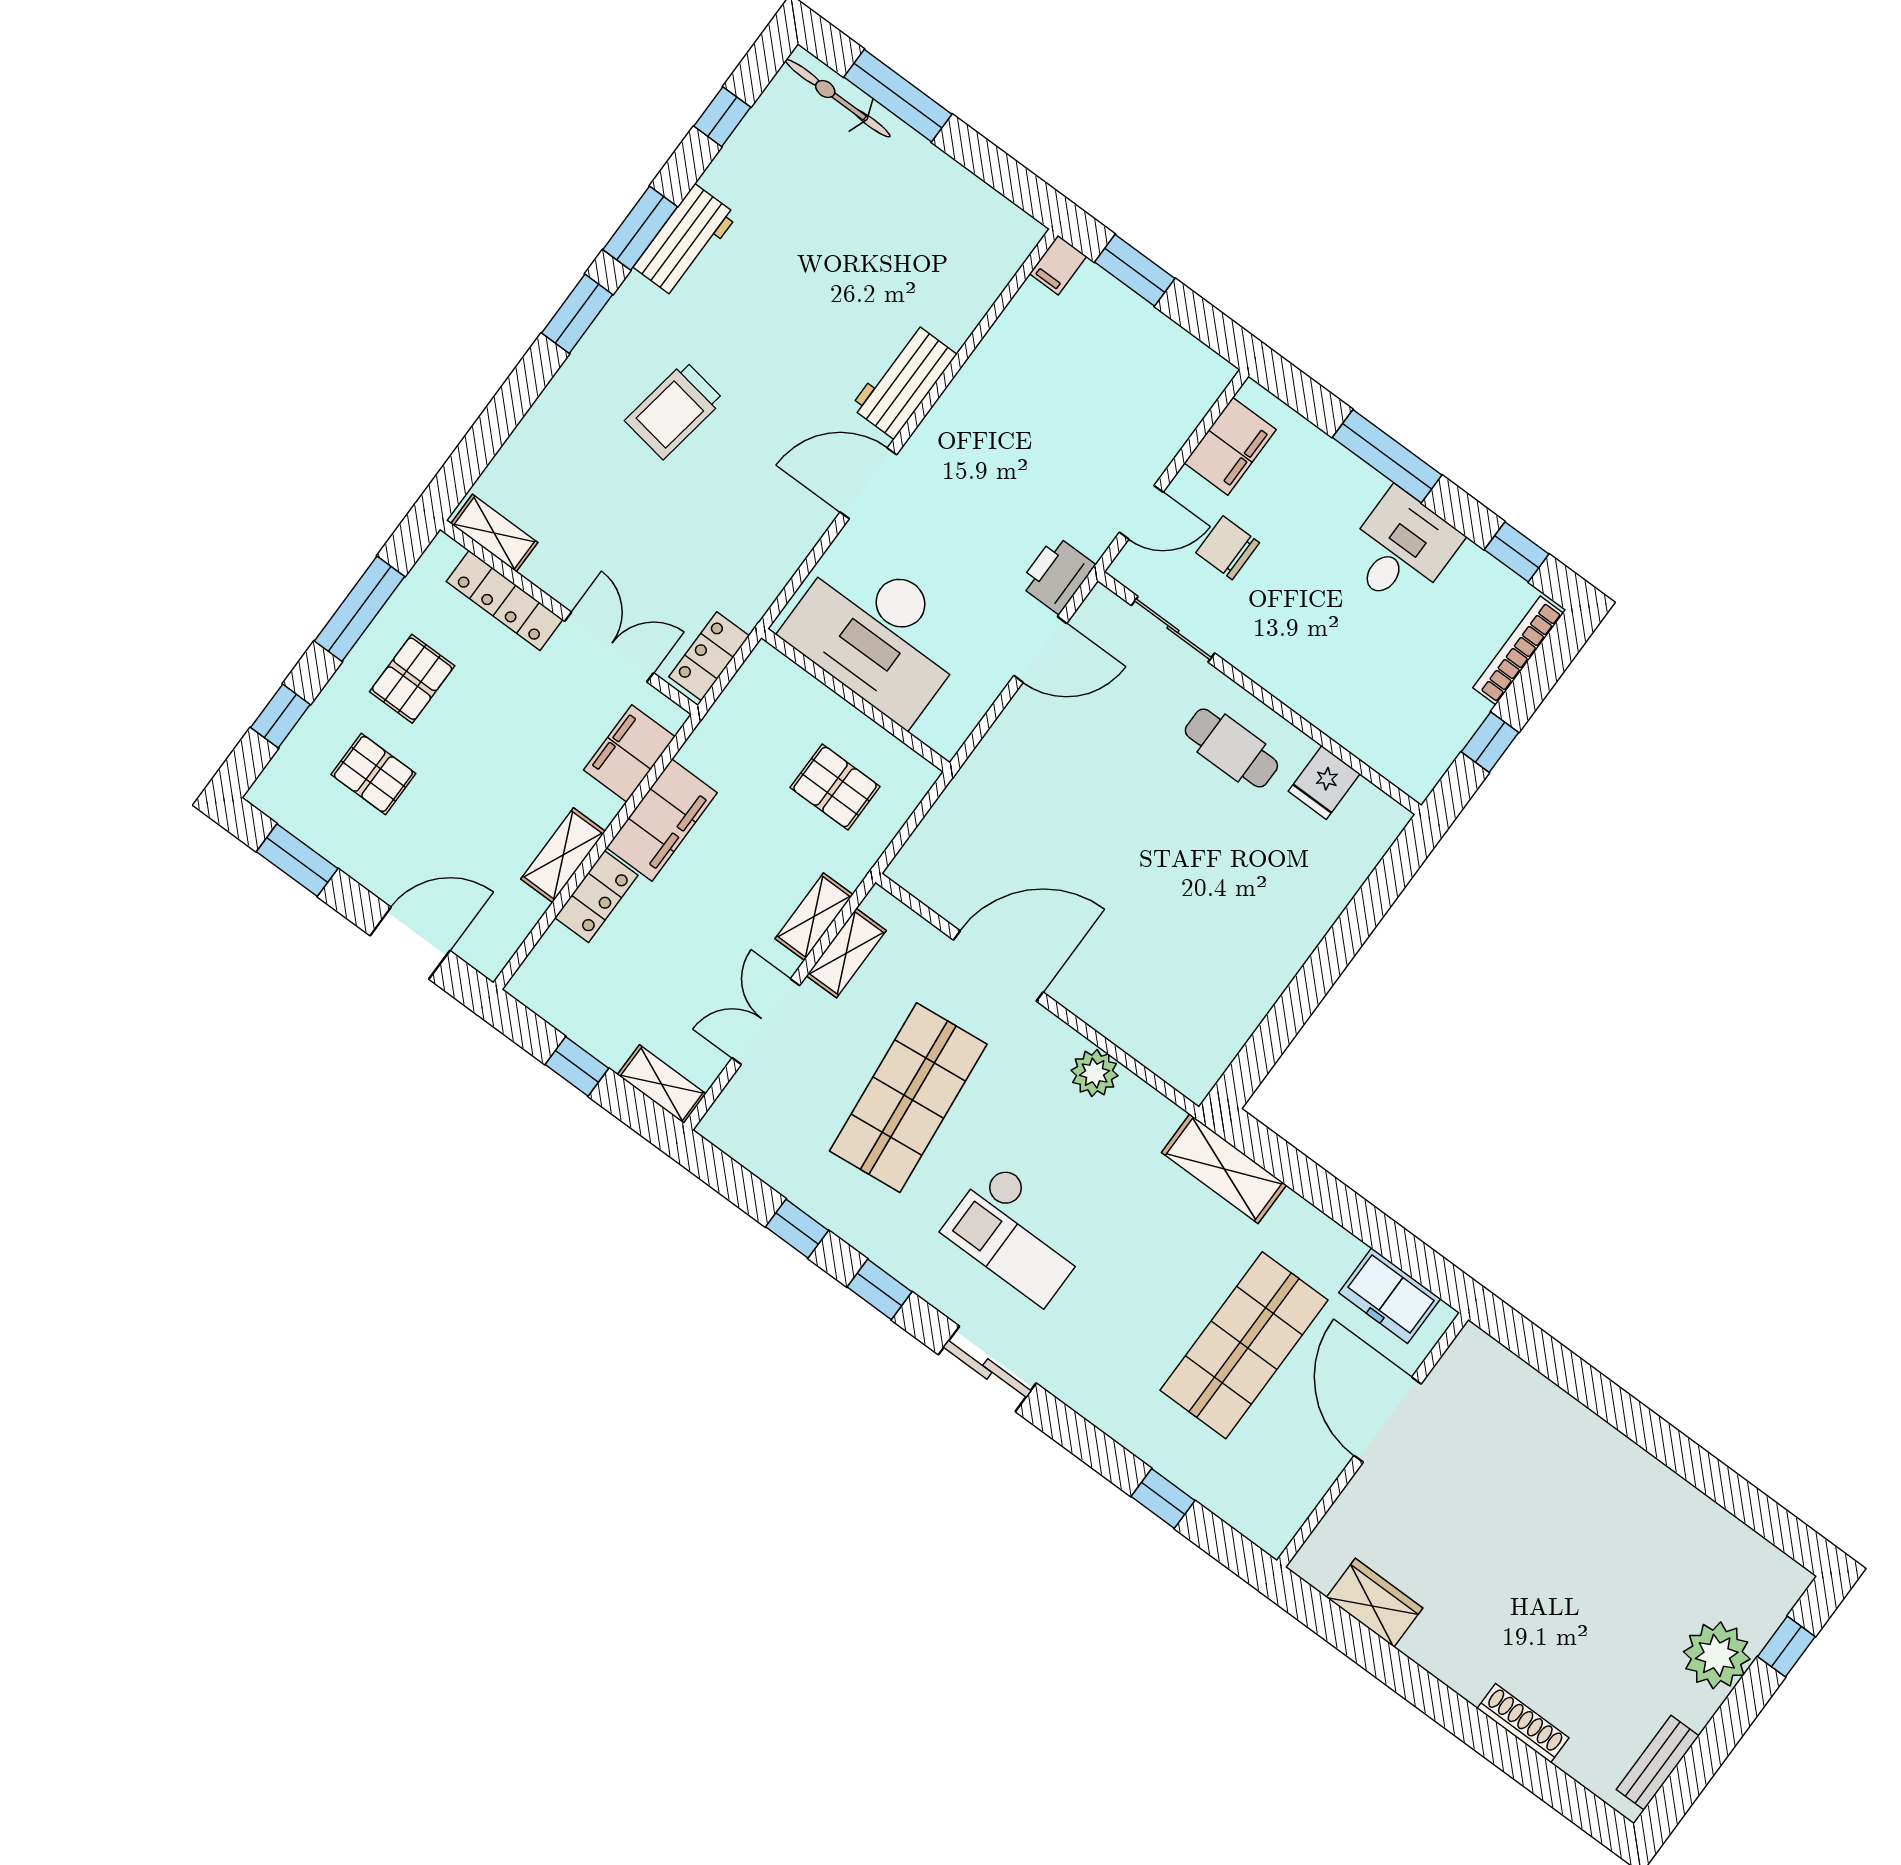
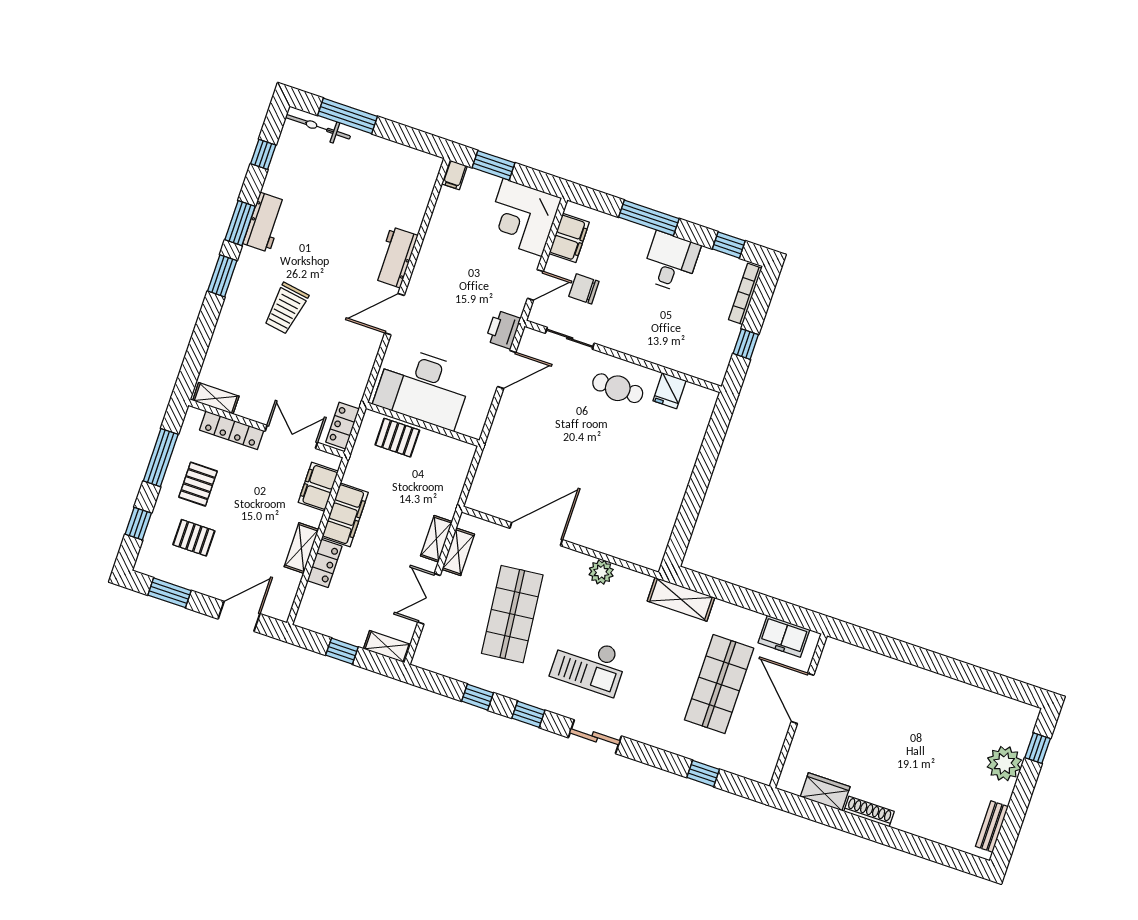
corner desk: (1158, 382) -> (523, 217), added
pallet: (835, 787) -> (397, 438), moved
shoe rack: (1523, 1723) -> (869, 811), moved

